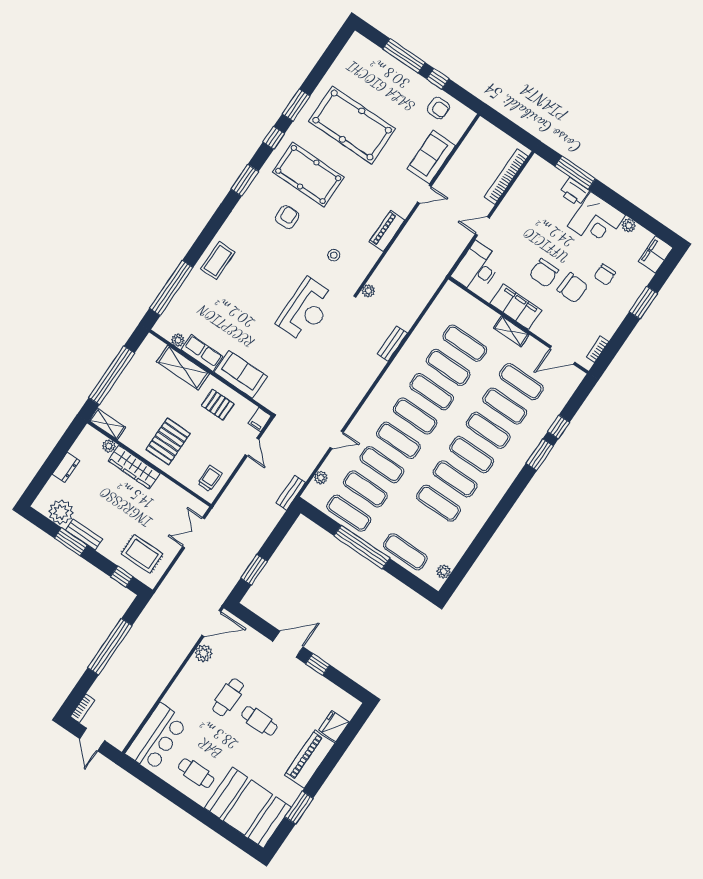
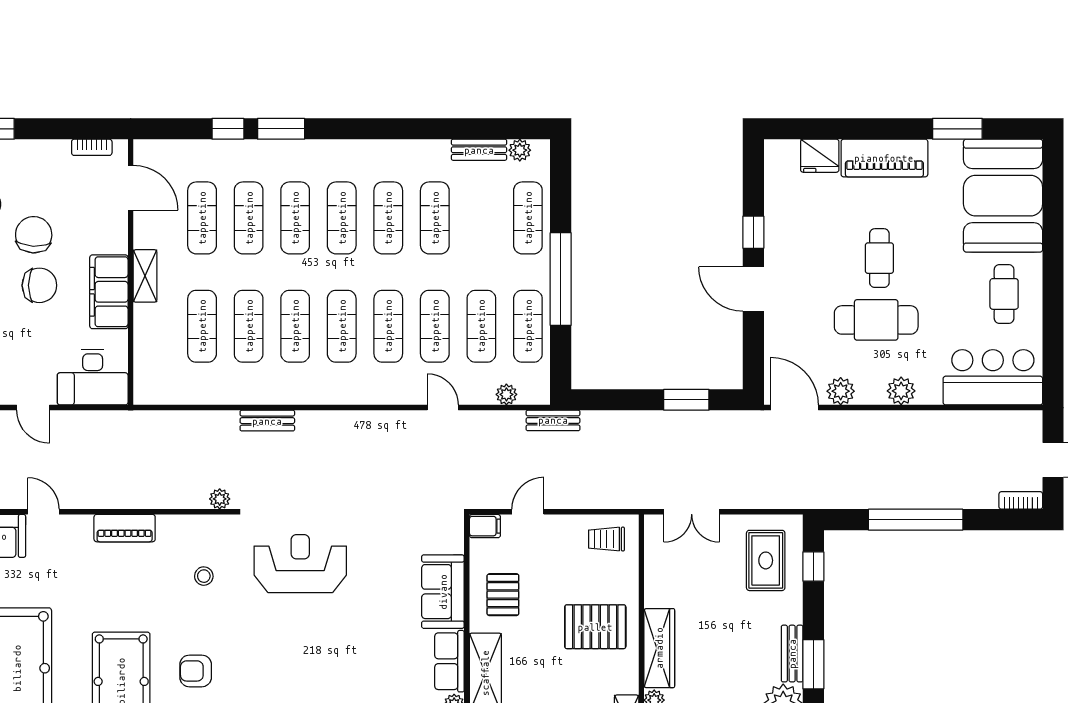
bench: (458, 551) -> (479, 150), added
plant: (182, 685) -> (901, 391), added
cafe table: (228, 697) -> (876, 320), width x1.37, depth x1.35

